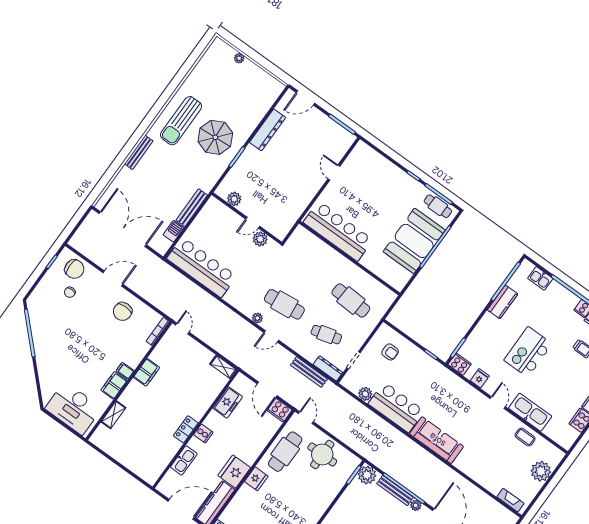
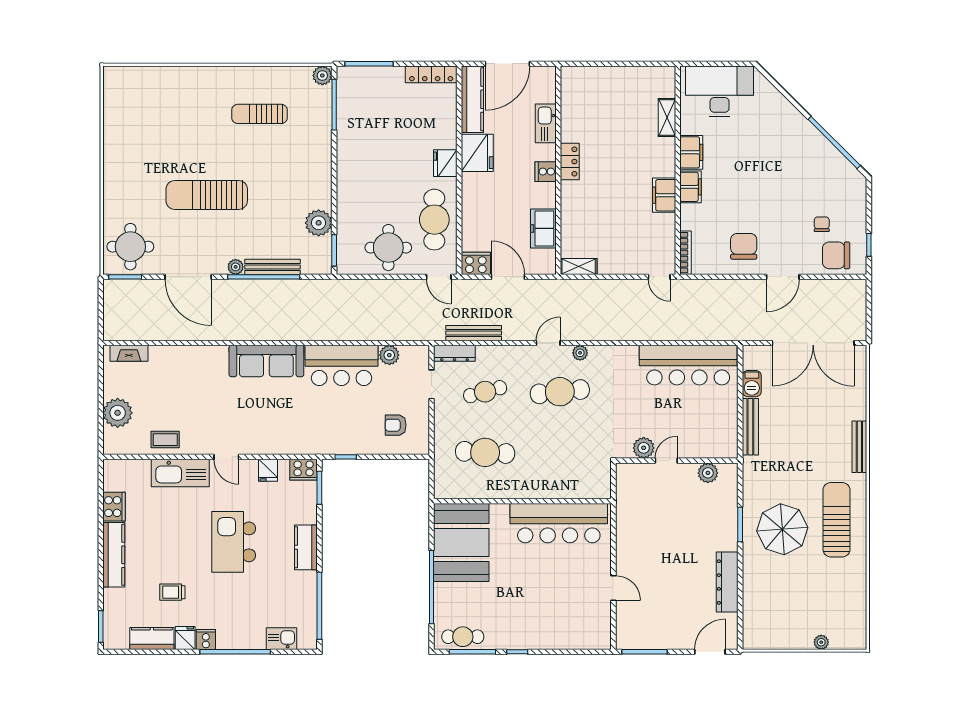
booth: (414, 241) -> (461, 542), moved
kitchen counter: (503, 302) -> (306, 547), moved
kitchen island: (528, 352) -> (234, 542), turned 180
filing cabinet: (125, 371) -> (691, 187), width x2.00
plant: (367, 475) -> (319, 223), moved

